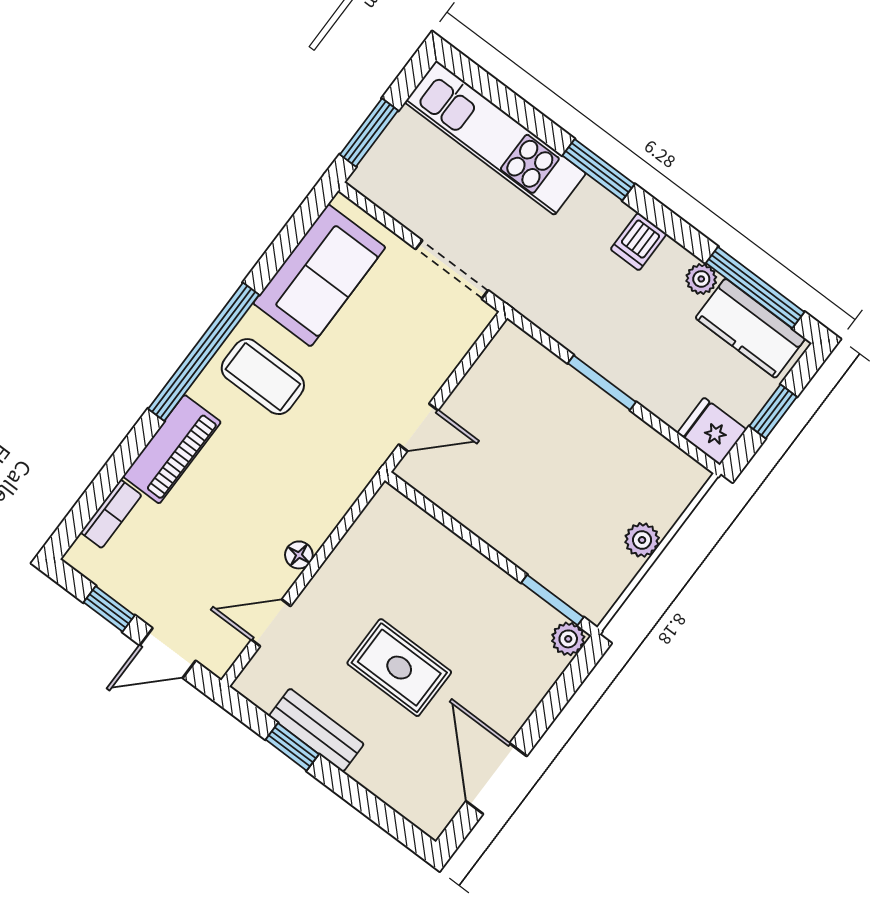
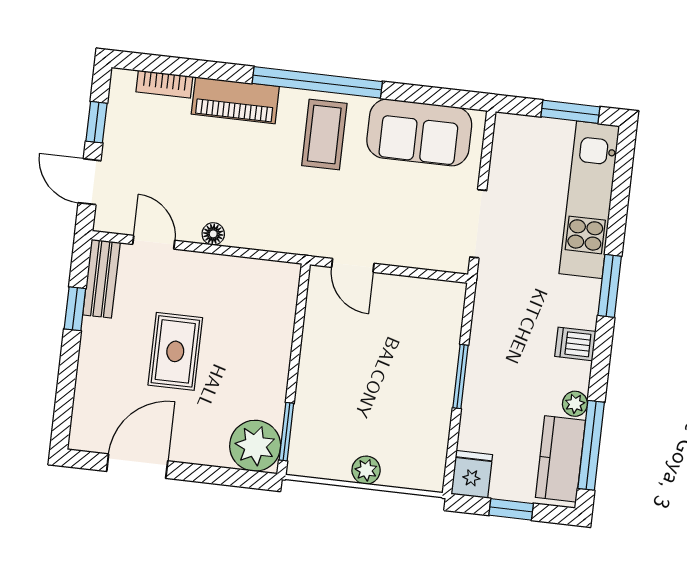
window: (369, 132) -> (570, 112), moved
plant: (568, 639) -> (255, 446), width x1.88, depth x1.88
bench: (316, 730) -> (101, 279), moved

